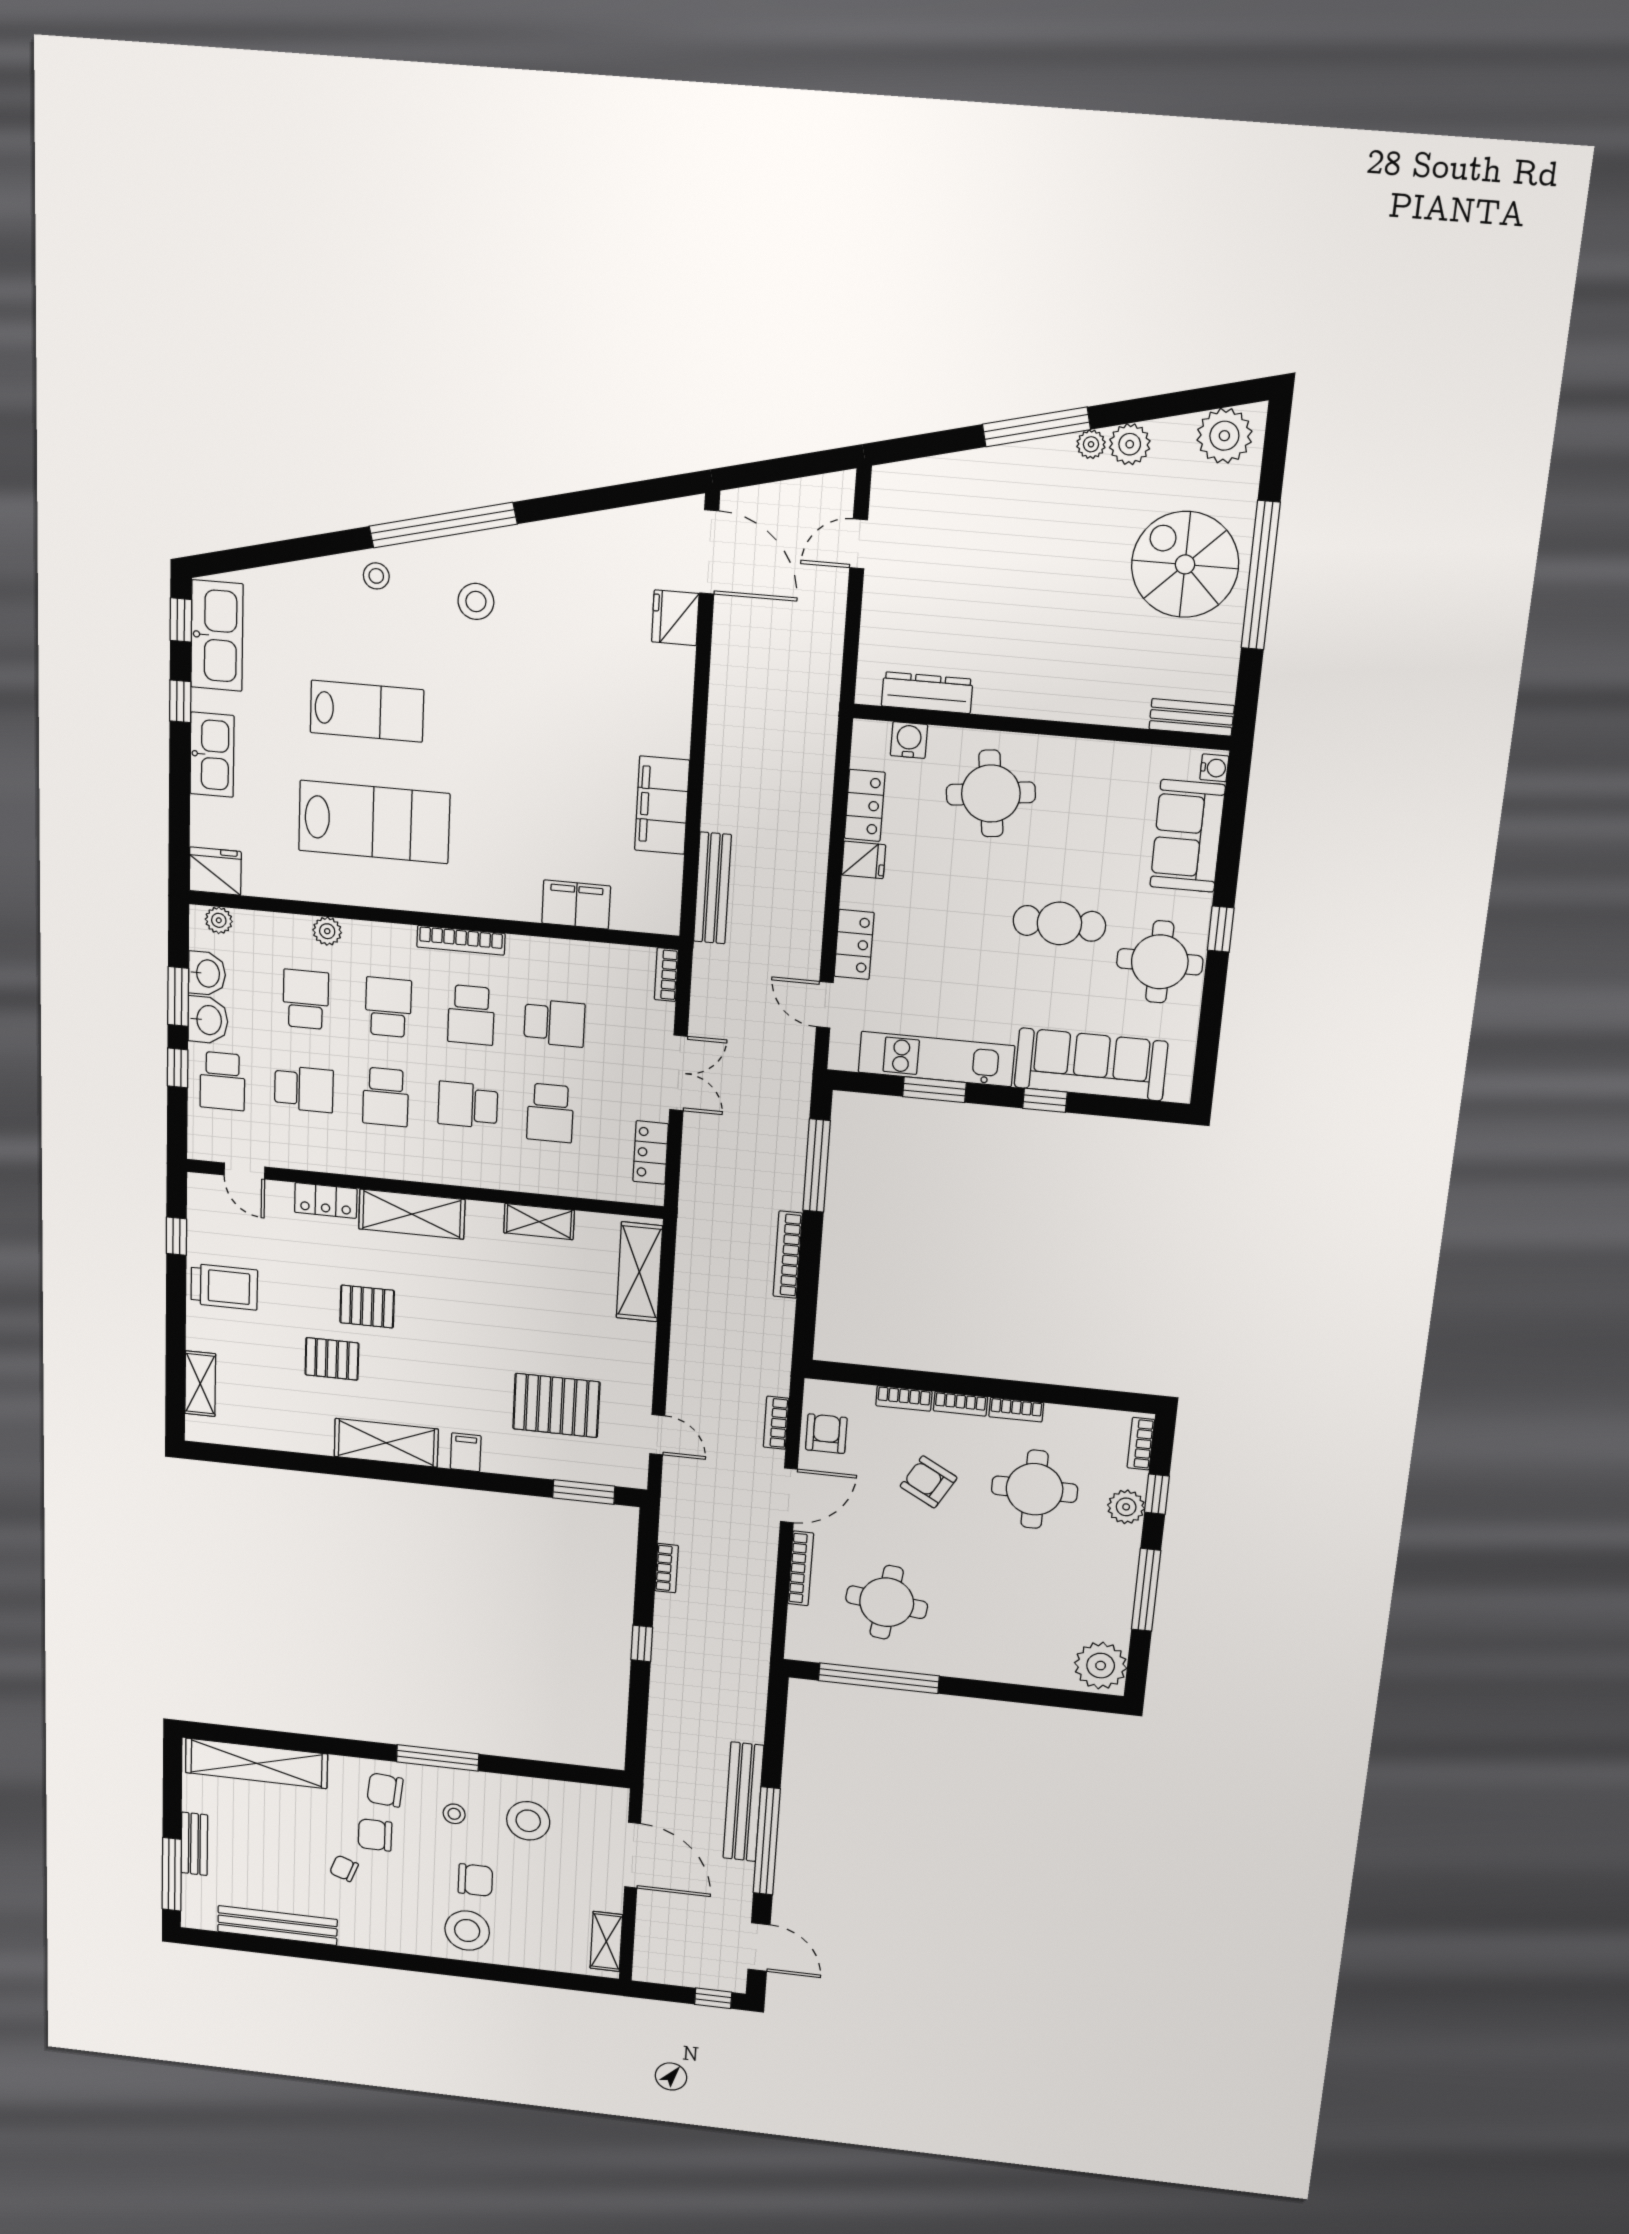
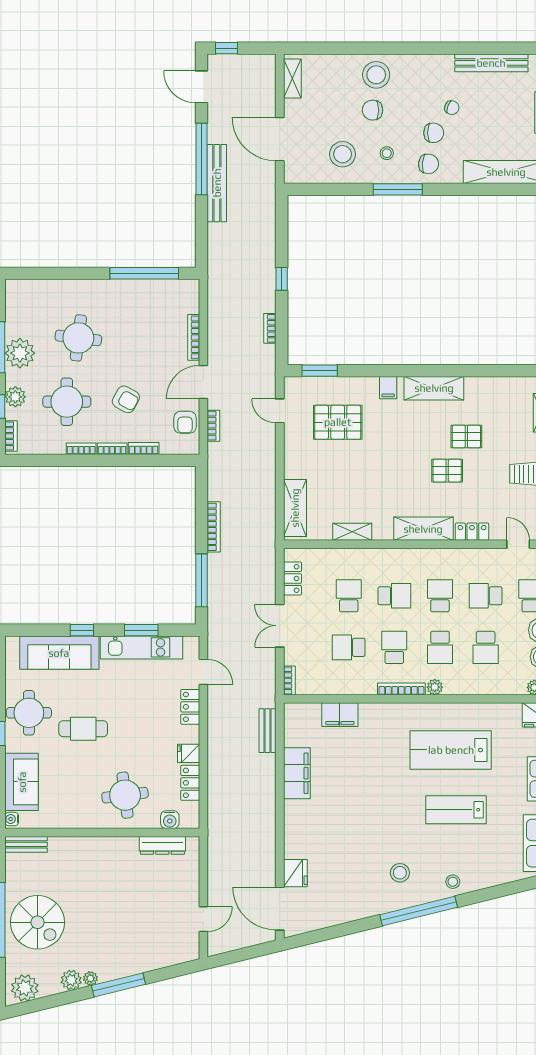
bench: (712, 888) -> (267, 731), width x0.73
plant: (327, 931) -> (435, 687), moved
round table: (887, 1602) -> (78, 338), moved
plant: (1101, 1666) -> (20, 353), moved

